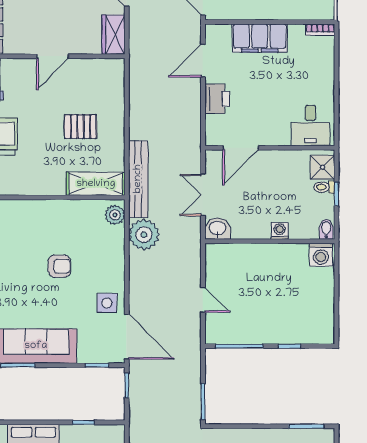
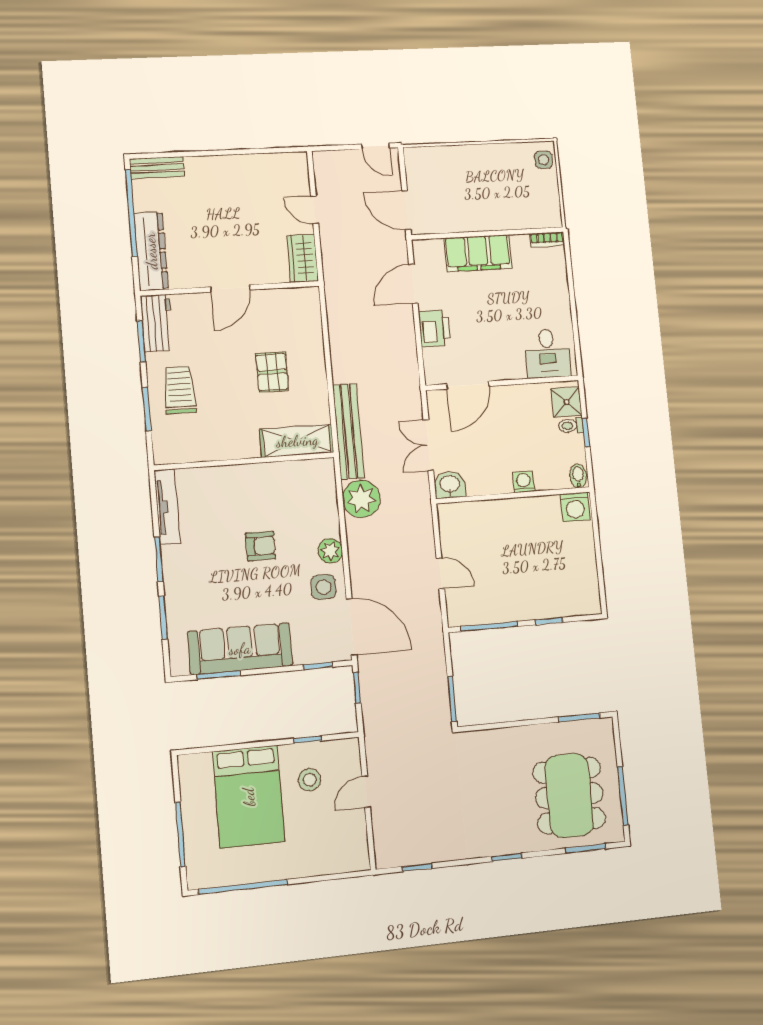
pallet: (81, 127) -> (272, 372), turned 90
plant: (115, 215) -> (330, 551), moved

